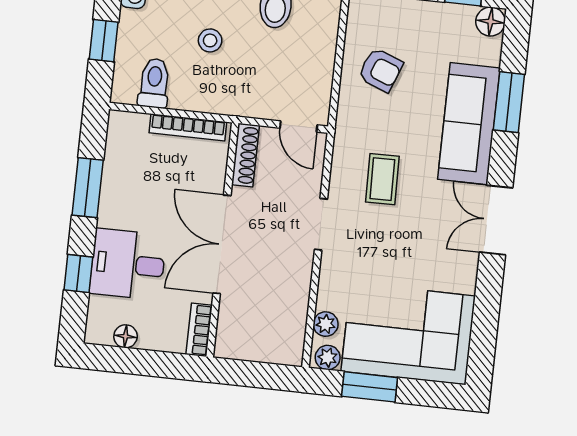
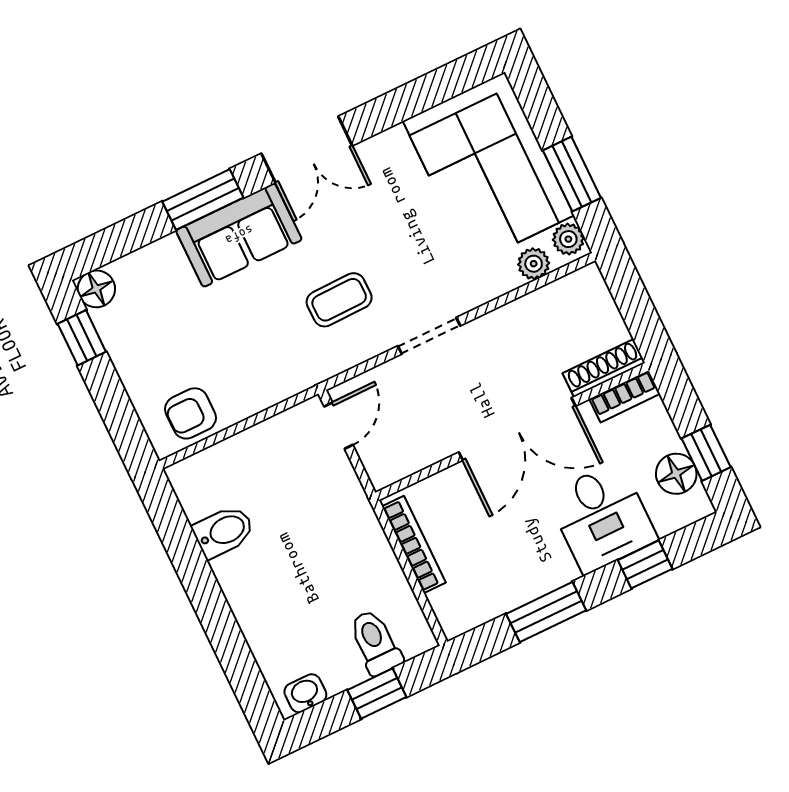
stool: (210, 40) -> (305, 579), removed
armchair: (381, 70) -> (190, 413), moved, turned -111
toilet: (154, 83) -> (375, 642), moved, turned 90
window: (509, 102) -> (203, 200), moved
sofa: (469, 124) -> (239, 235), width x0.73
shoe rack: (245, 155) -> (604, 368), moved
floor lamp: (126, 336) -> (676, 474), width x1.37, depth x1.37
window: (128, 361) -> (706, 453), added

